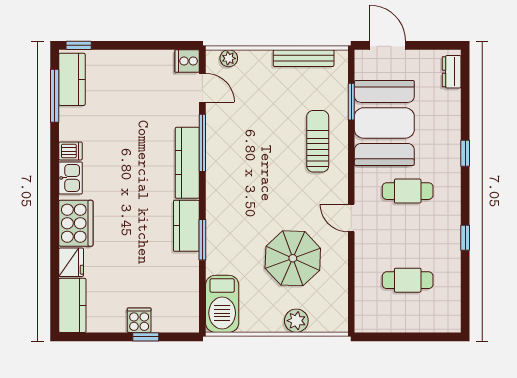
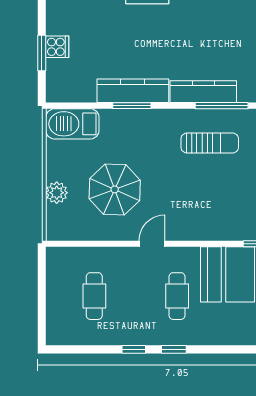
sun lounger: (318, 141) -> (210, 143), moved
window: (465, 153) -> (174, 349), moved
kitchen counter: (186, 226) -> (133, 91), width x1.50
window: (146, 337) -> (42, 53), width x1.50

